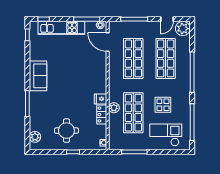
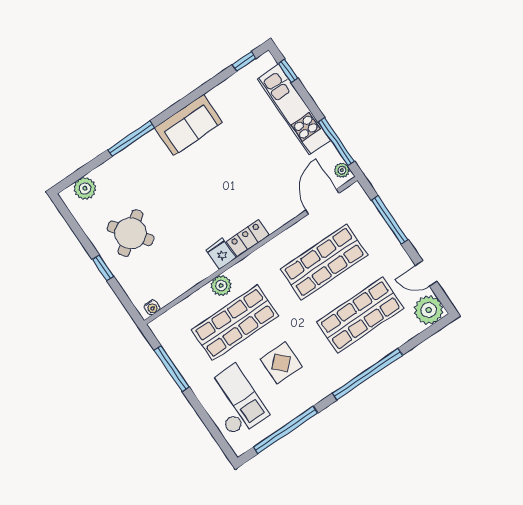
locker: (102, 115) -> (248, 238), moved
round table: (66, 131) -> (131, 233), turned -36

